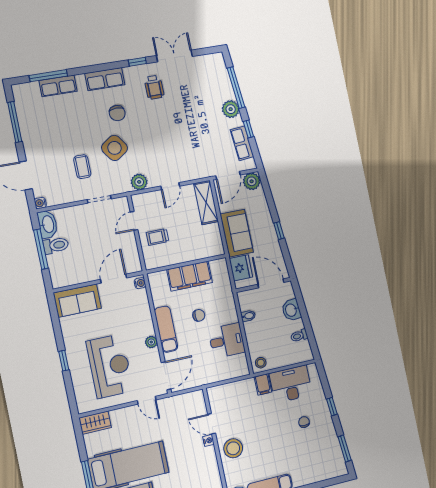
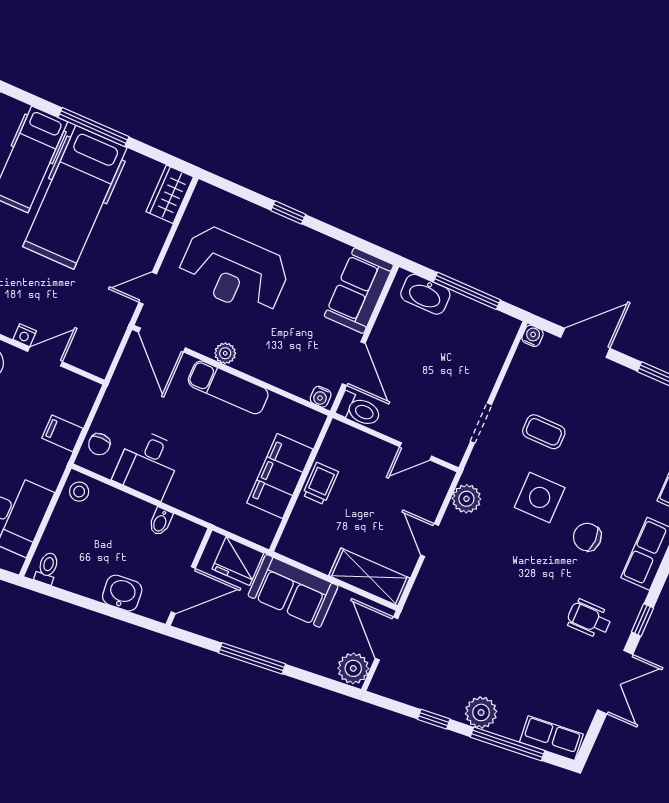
row of seats: (242, 143) -> (551, 738), moved
side table: (115, 148) -> (540, 497), turned 35
door: (134, 221) -> (416, 451), swing flipped
washbasin: (48, 224) -> (425, 294), moved
window: (279, 231) -> (252, 658), width x2.17
trolley: (157, 237) -> (320, 483), moved
toilet: (56, 245) -> (359, 410), moved, turned -90
chair: (199, 315) -> (99, 444), moved
toilet: (299, 336) -> (47, 568), moved
filing cabinet: (263, 384) -> (62, 433), moved

